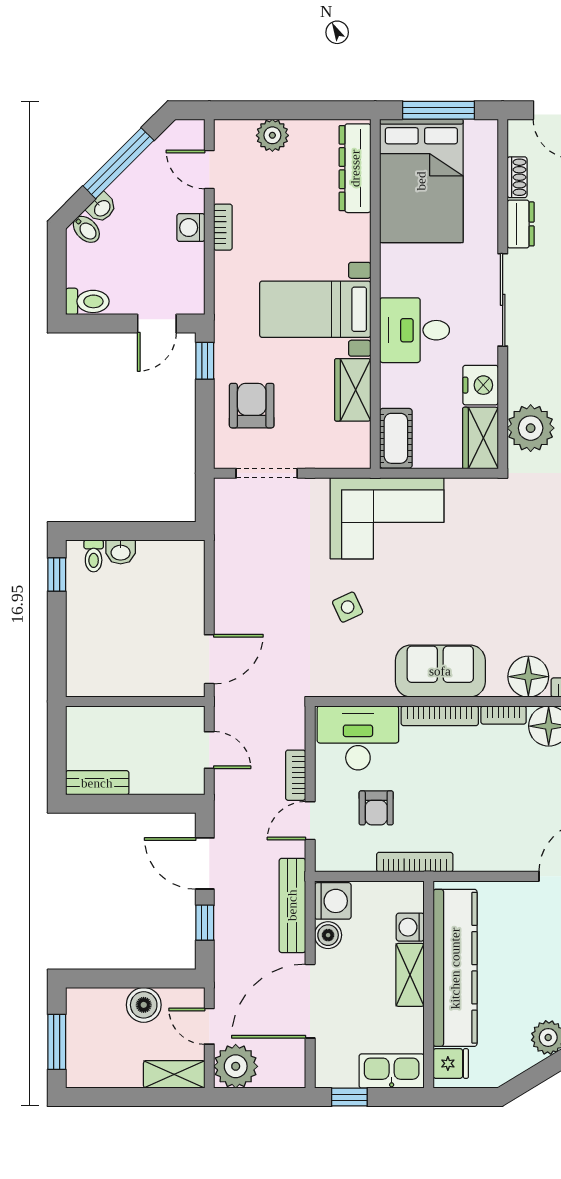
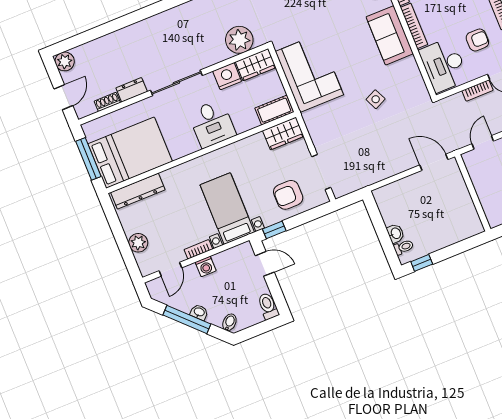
washbasin: (102, 208) -> (199, 312), moved
bed with nightstands: (315, 309) -> (227, 209), moved, turned 180
wardrobe: (353, 390) -> (283, 134), moved
corner sofa: (387, 518) -> (309, 73), moved

